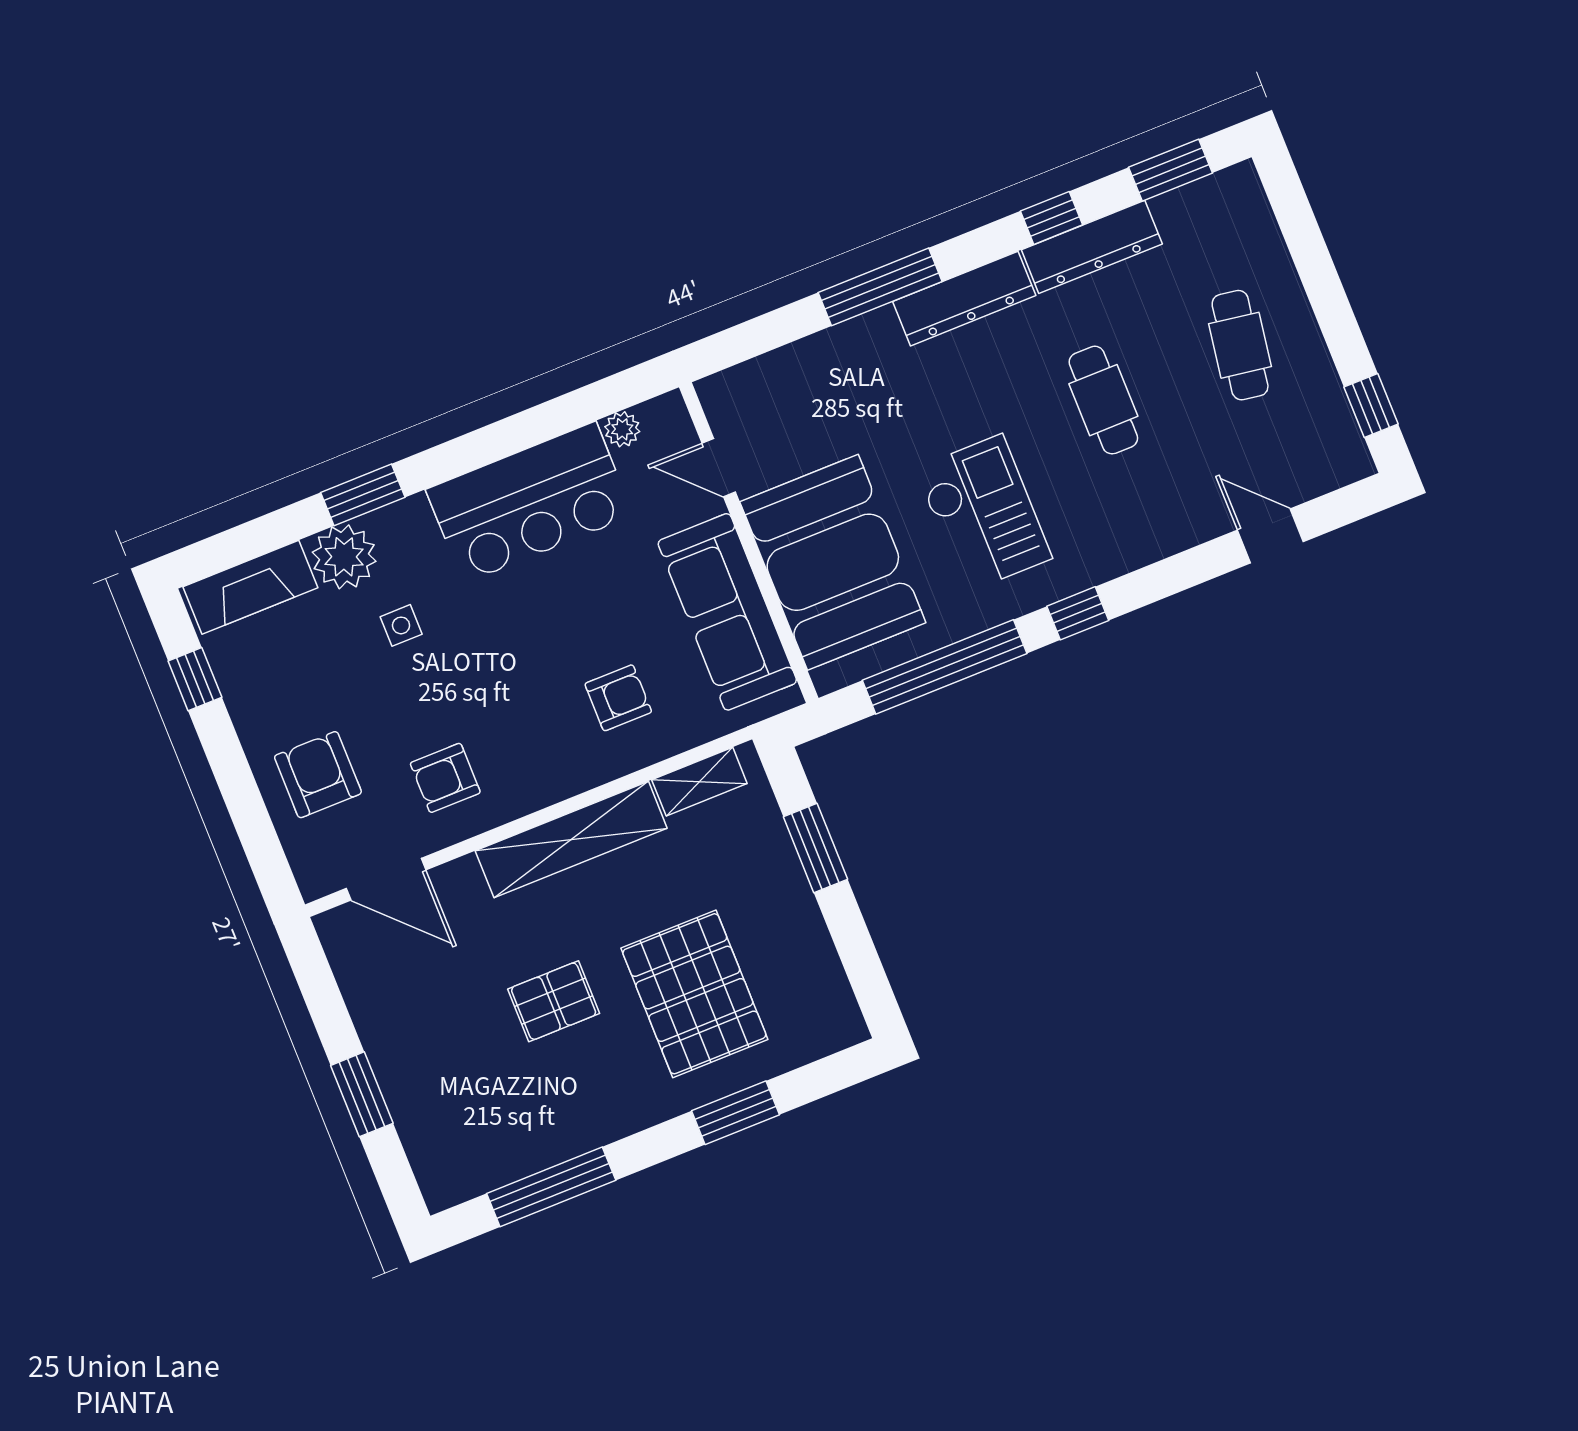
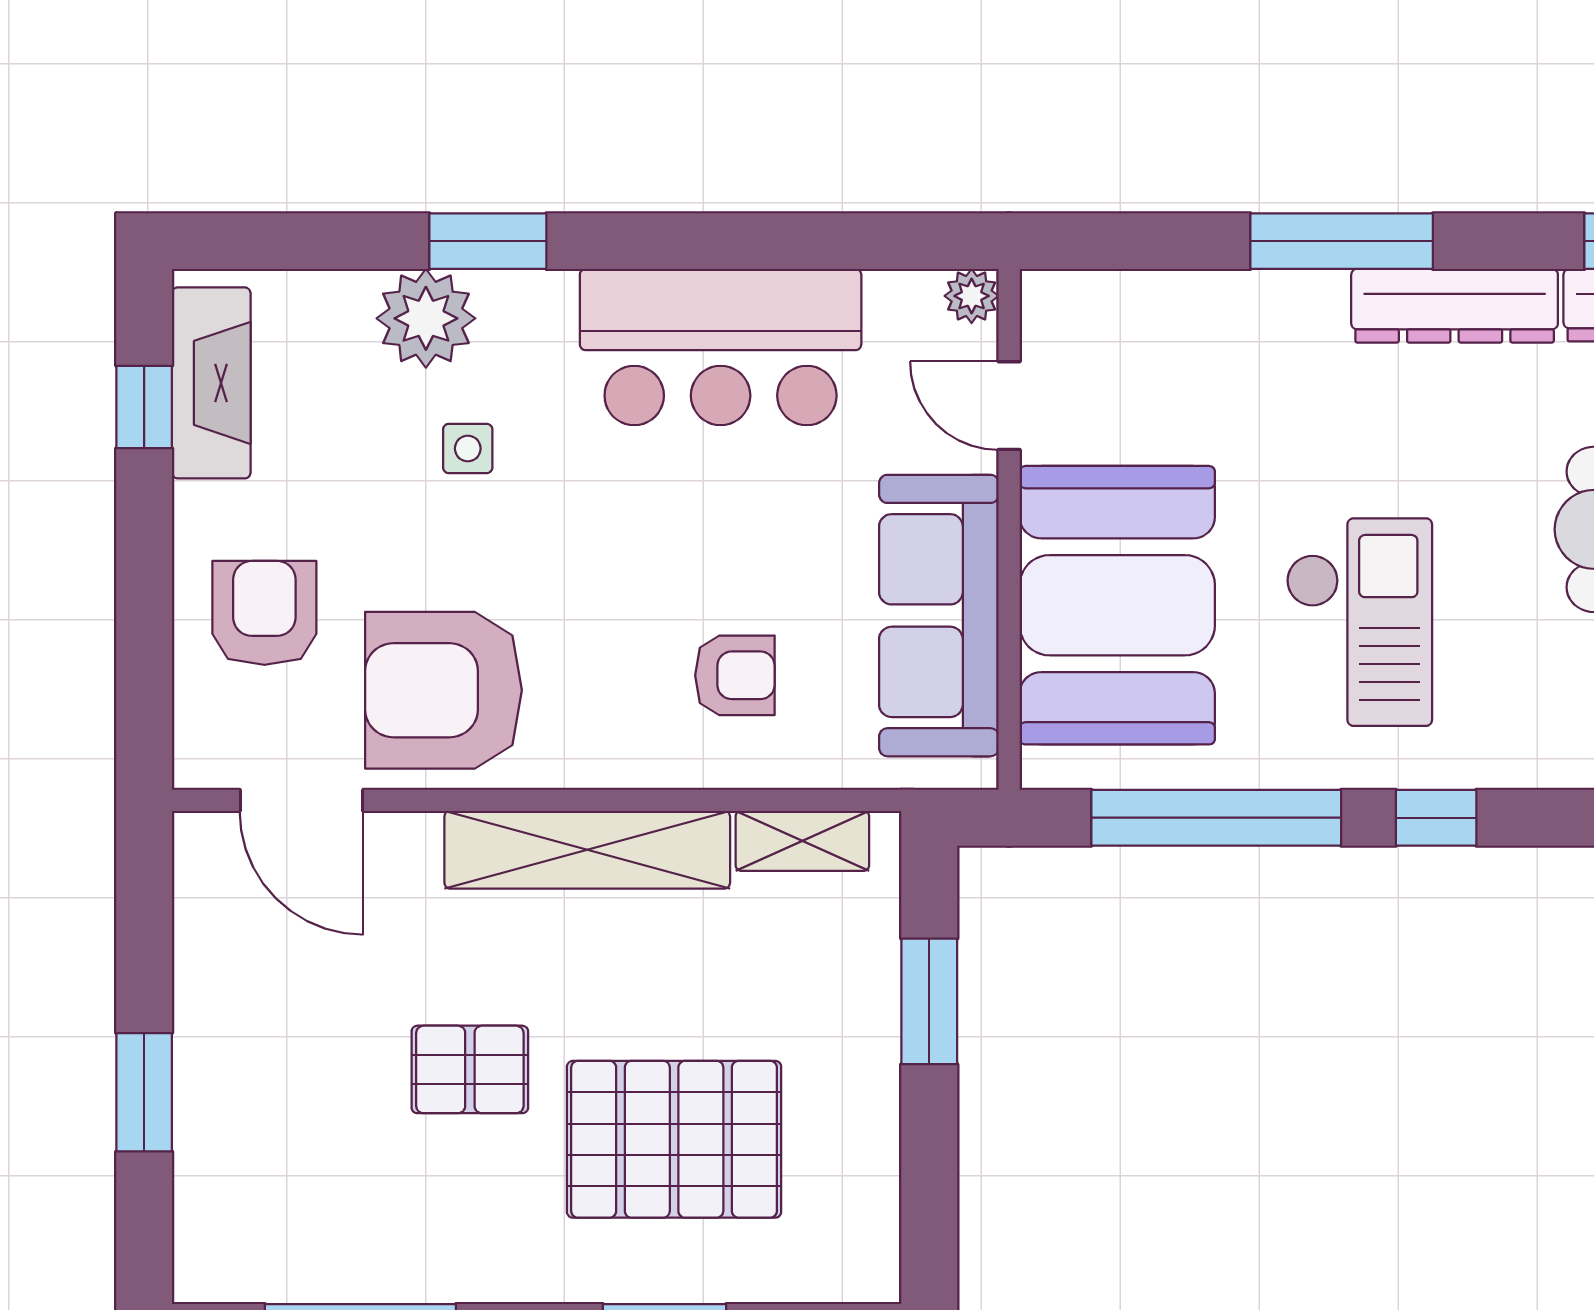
plant: (622, 429) -> (972, 296), moved
fireplace: (250, 587) -> (211, 383), moved, turned -90
armchair: (445, 778) -> (443, 690), width x1.88, depth x1.88
pallet: (694, 994) -> (674, 1139), turned 90

